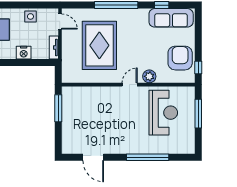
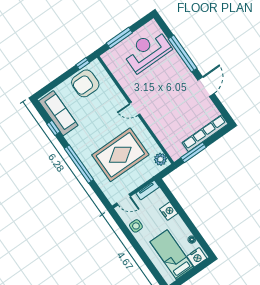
door: (60, 22) -> (123, 200), swing flipped
plant: (149, 76) -> (160, 159), moved
reception desk: (163, 113) -> (147, 51), moved
row of seats: (68, 129) -> (205, 133), added
door: (93, 157) -> (206, 87), moved

